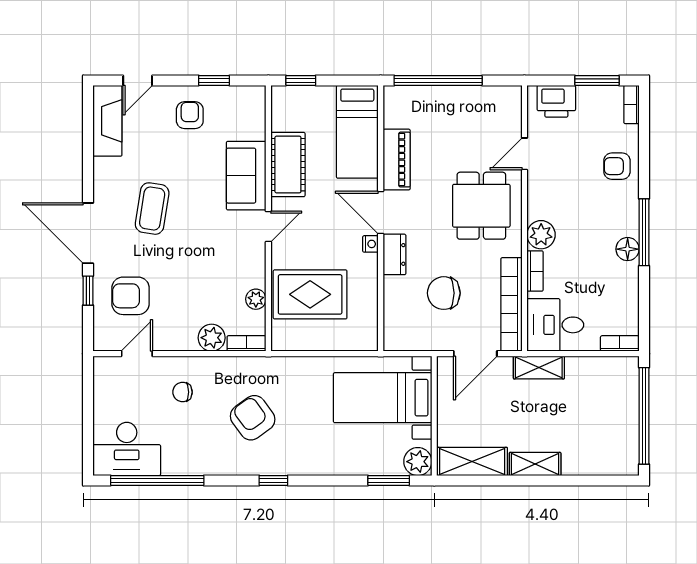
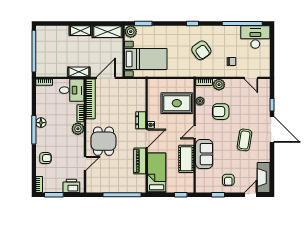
door: (381, 213) -> (147, 138), hinge flipped
chair: (444, 293) -> (120, 104), removed
armchair: (131, 296) -> (221, 112), moved, turned 180
door: (137, 354) -> (251, 78), hinge flipped

